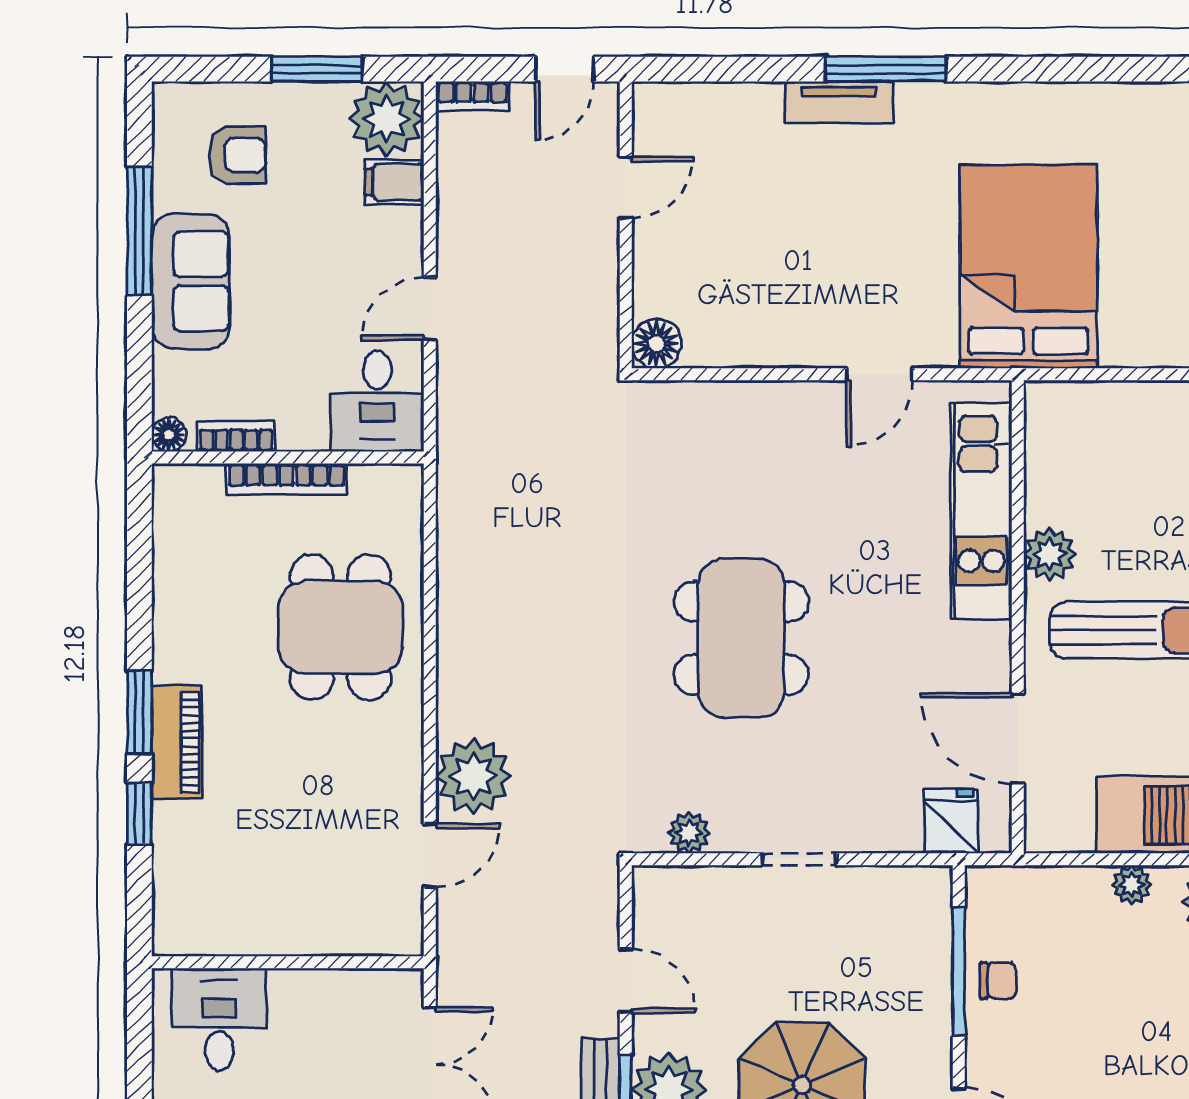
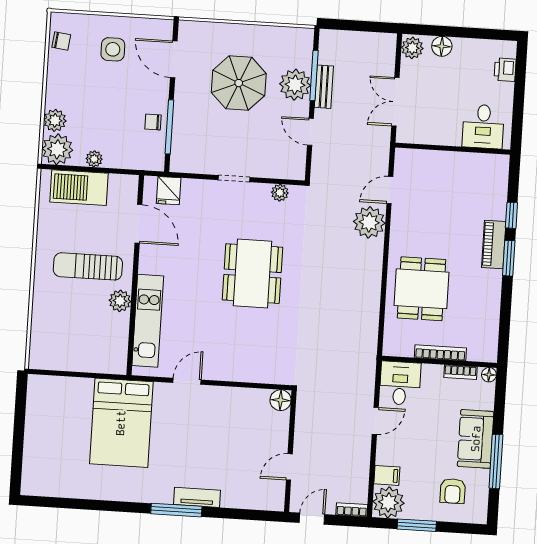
armchair: (237, 155) -> (453, 491), turned -90

